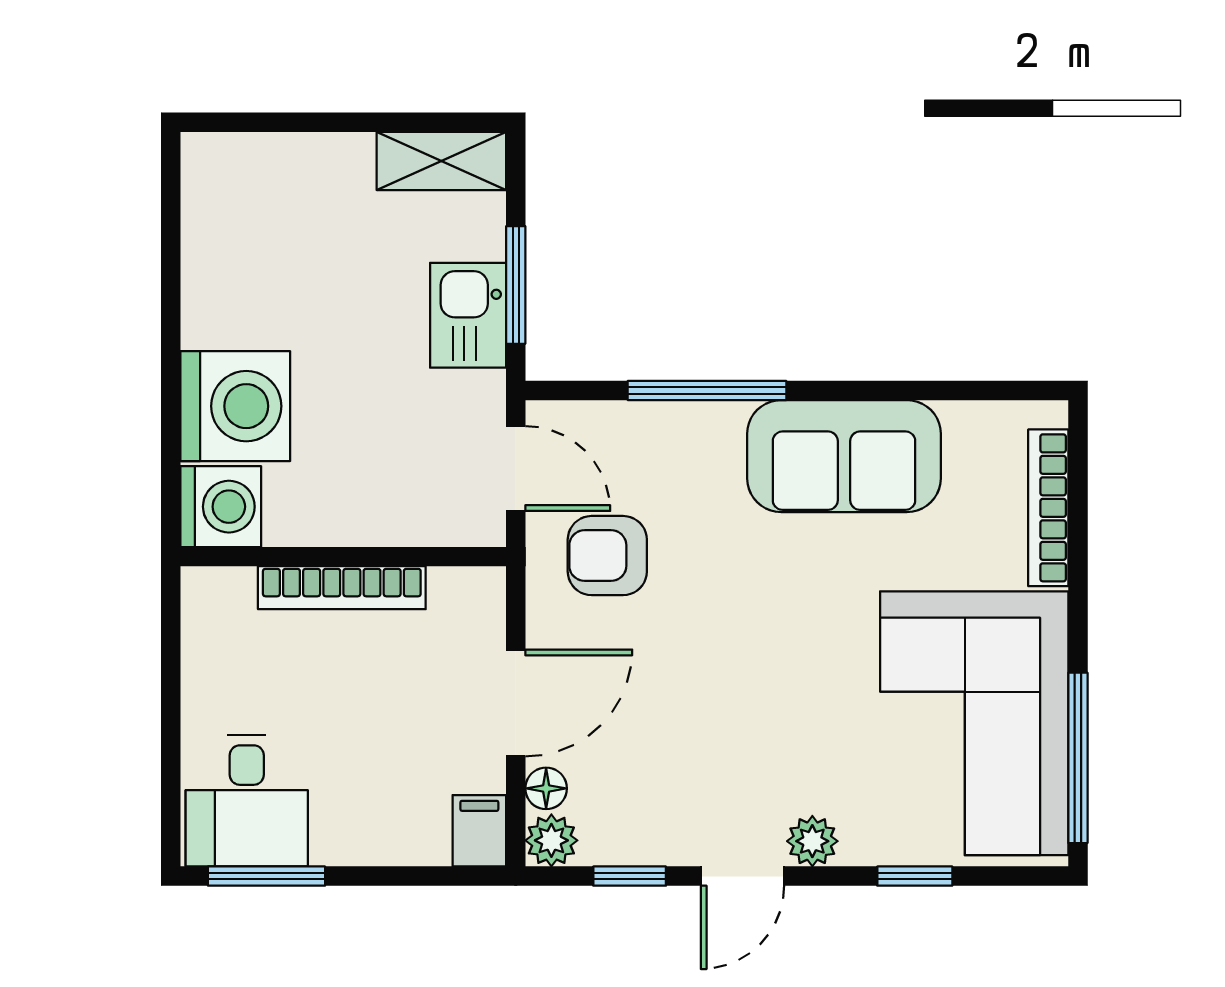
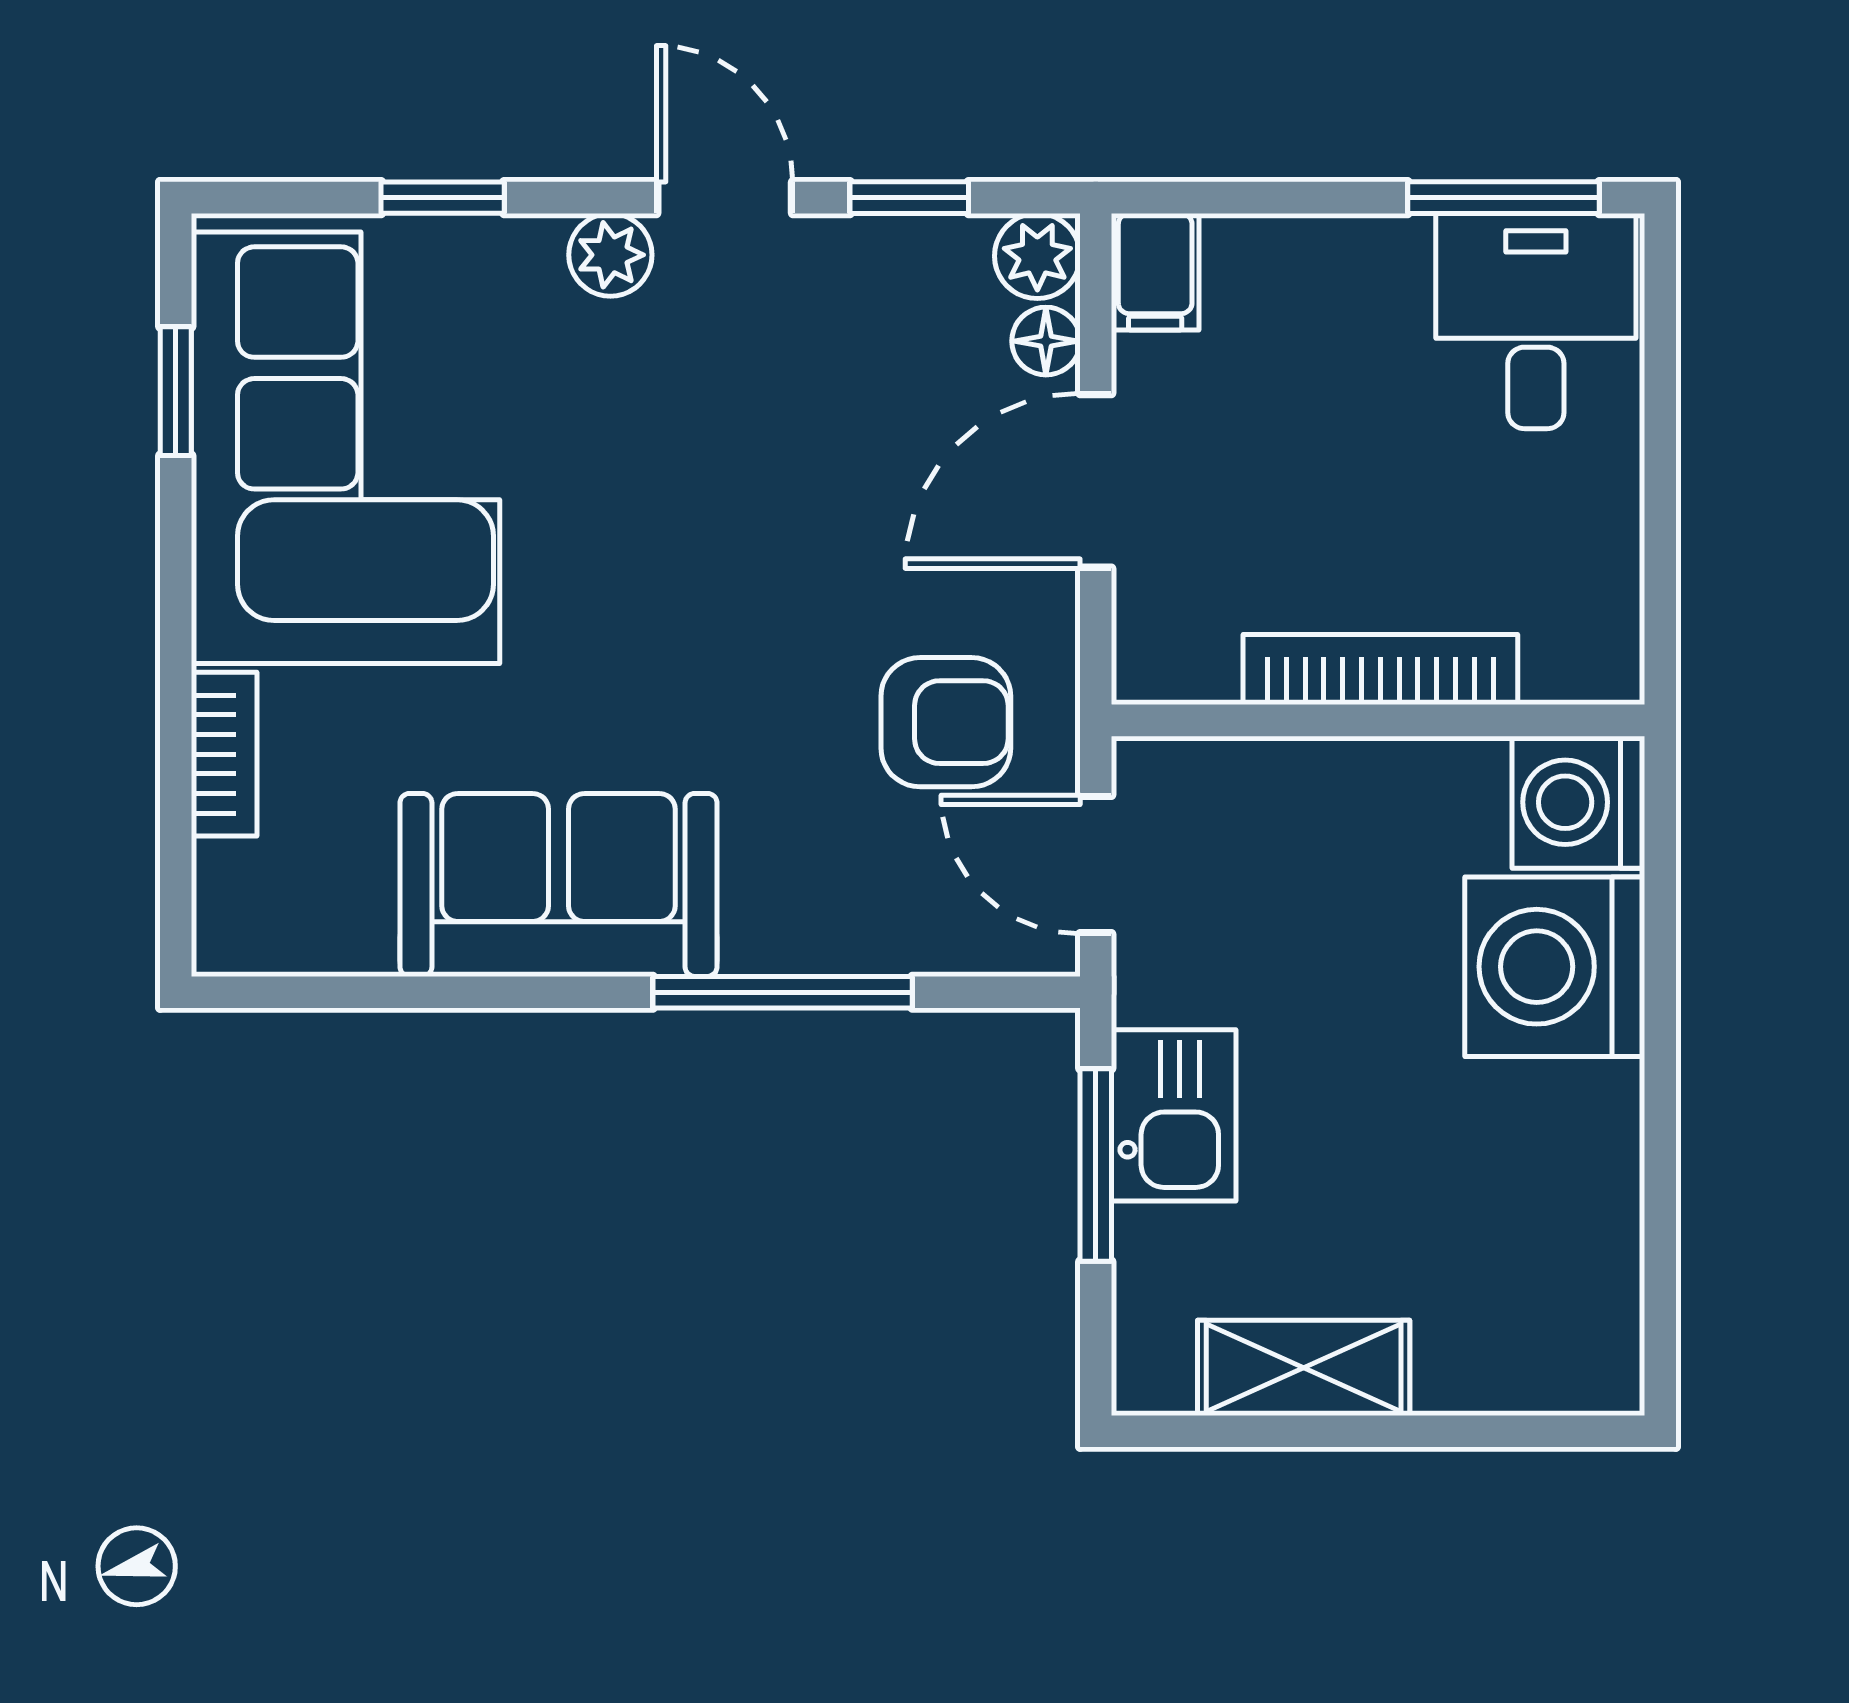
shelving: (441, 161) -> (1304, 1368), moved
bookcase: (1048, 508) -> (224, 754), width x0.64
window: (1078, 758) -> (176, 391), width x0.46
door: (742, 876) -> (725, 198), hinge flipped

